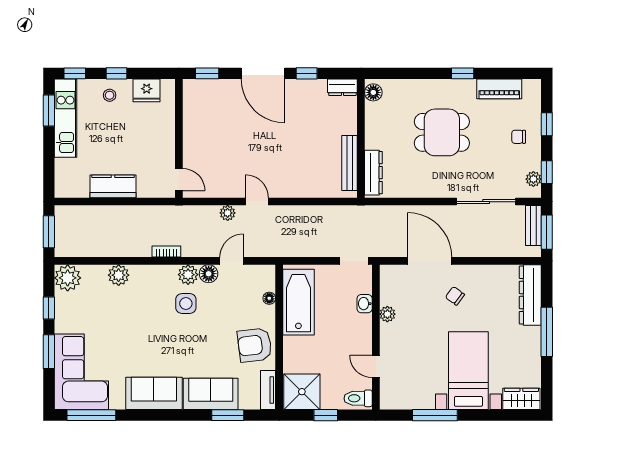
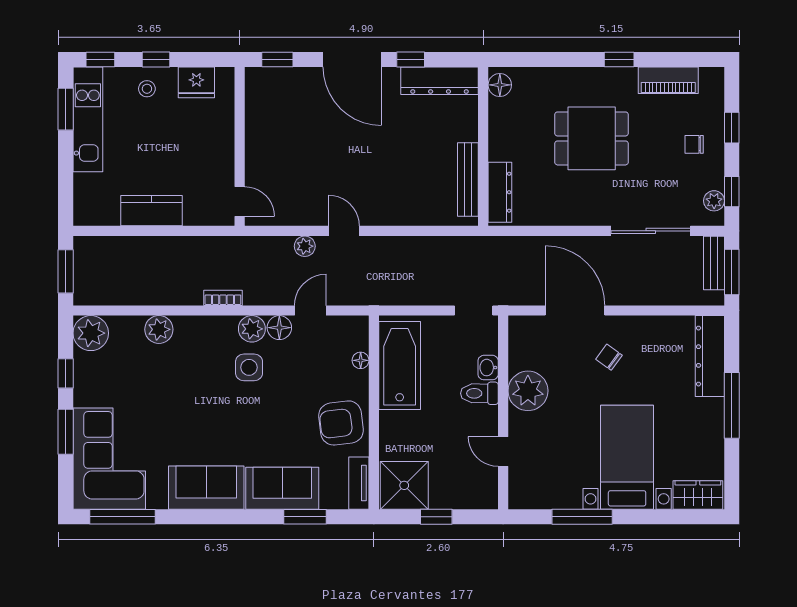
dresser: (342, 87) -> (440, 81), width x1.96, depth x1.24
plant: (387, 314) -> (528, 391), width x1.87, depth x1.87
toilet: (358, 398) -> (479, 393), moved

